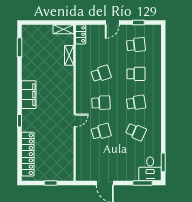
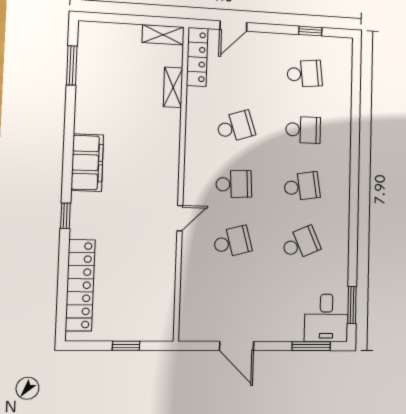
door: (112, 22) -> (233, 26), moved
locker: (81, 34) -> (197, 57), width x1.53
school desk: (136, 132) -> (301, 243), turned -48

